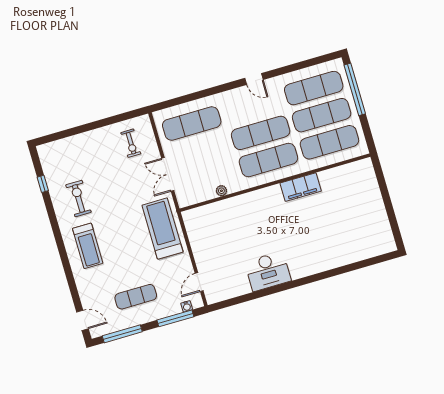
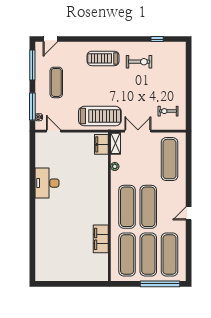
filing cabinet: (301, 187) -> (101, 239), moved
shelving: (192, 198) -> (116, 143), added
filing cabinet: (198, 216) -> (101, 144), added

